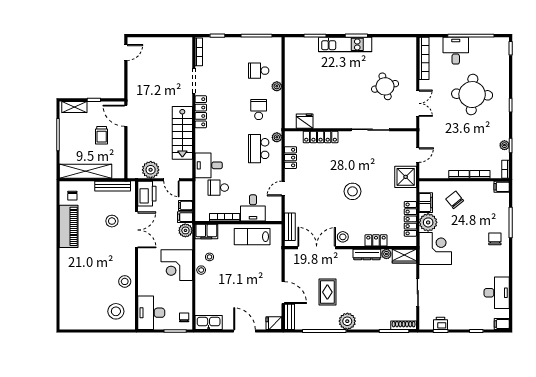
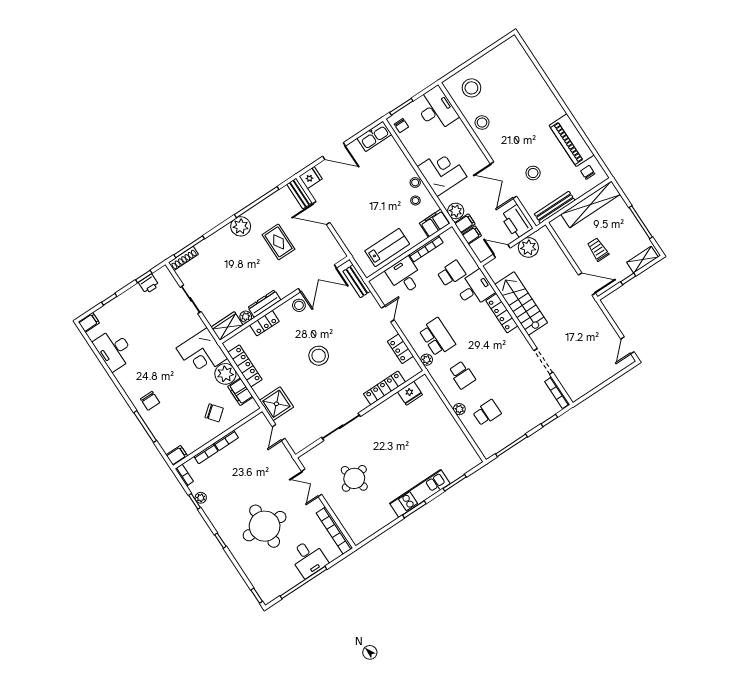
locker: (201, 112) -> (502, 313), moved

